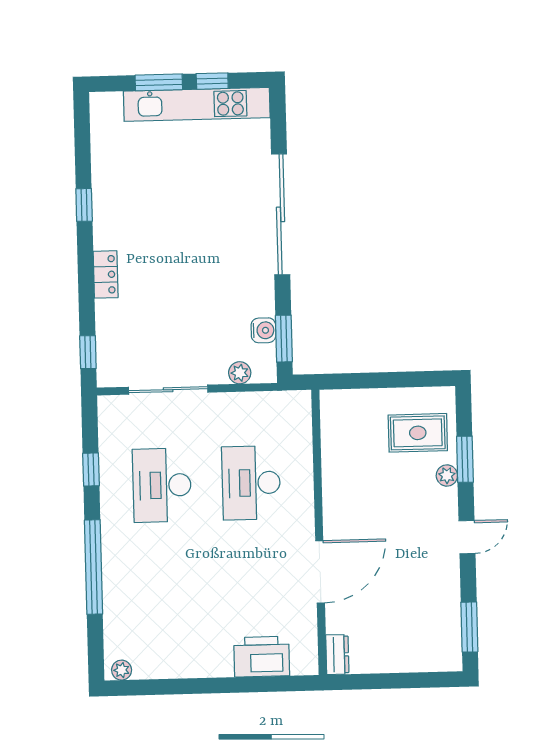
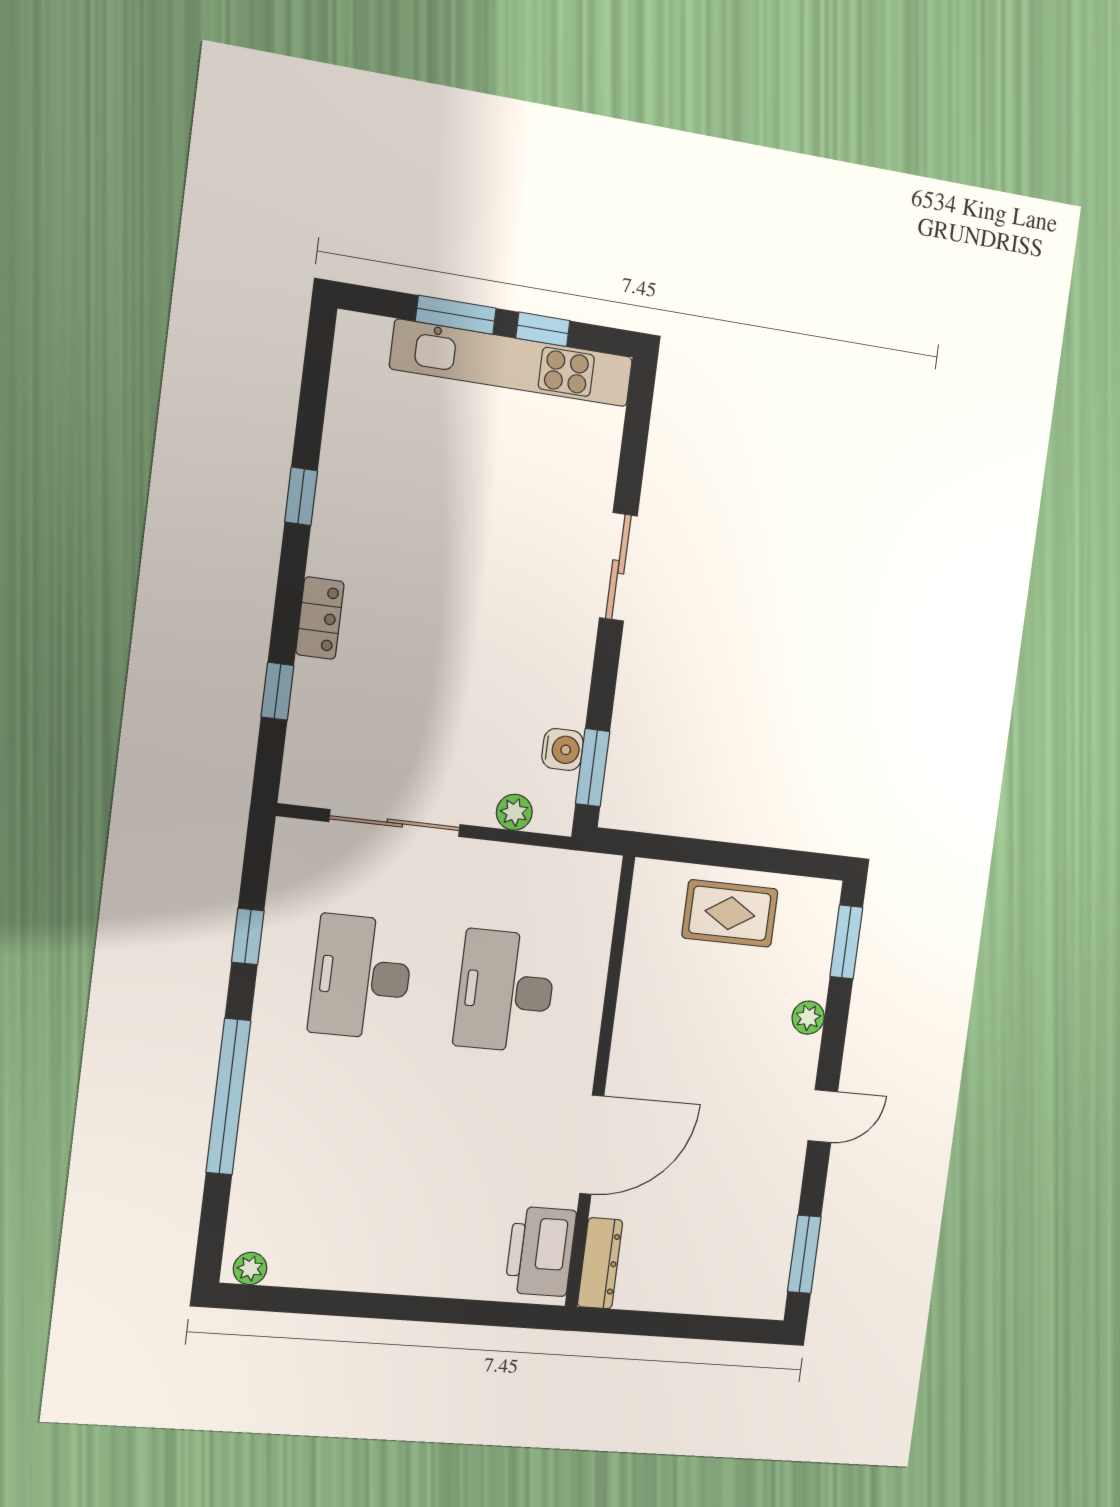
sliding door: (281, 214) -> (618, 567), width x0.54
window: (88, 352) -> (277, 691), moved
rug: (418, 433) -> (730, 913), moved
window: (465, 459) -> (846, 942), moved
dresser: (337, 655) -> (600, 1263), width x1.44
printer: (262, 657) -> (541, 1251), moved, turned -90

